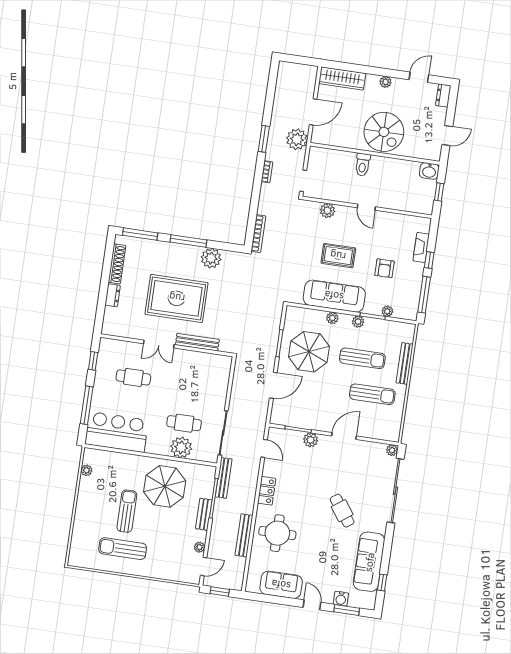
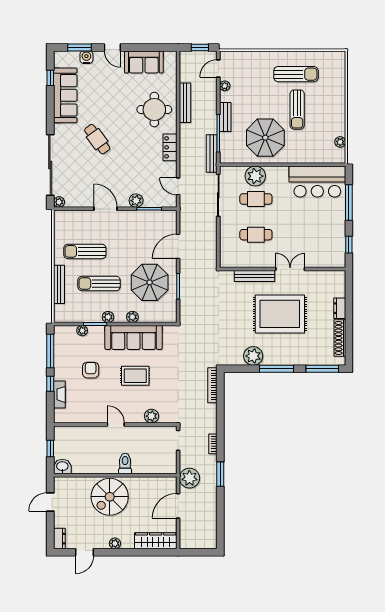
spiral stairs: (384, 132) -> (110, 497), turned -90
cafe table: (133, 377) -> (256, 235), moved
door: (344, 436) -> (106, 209), swing flipped

